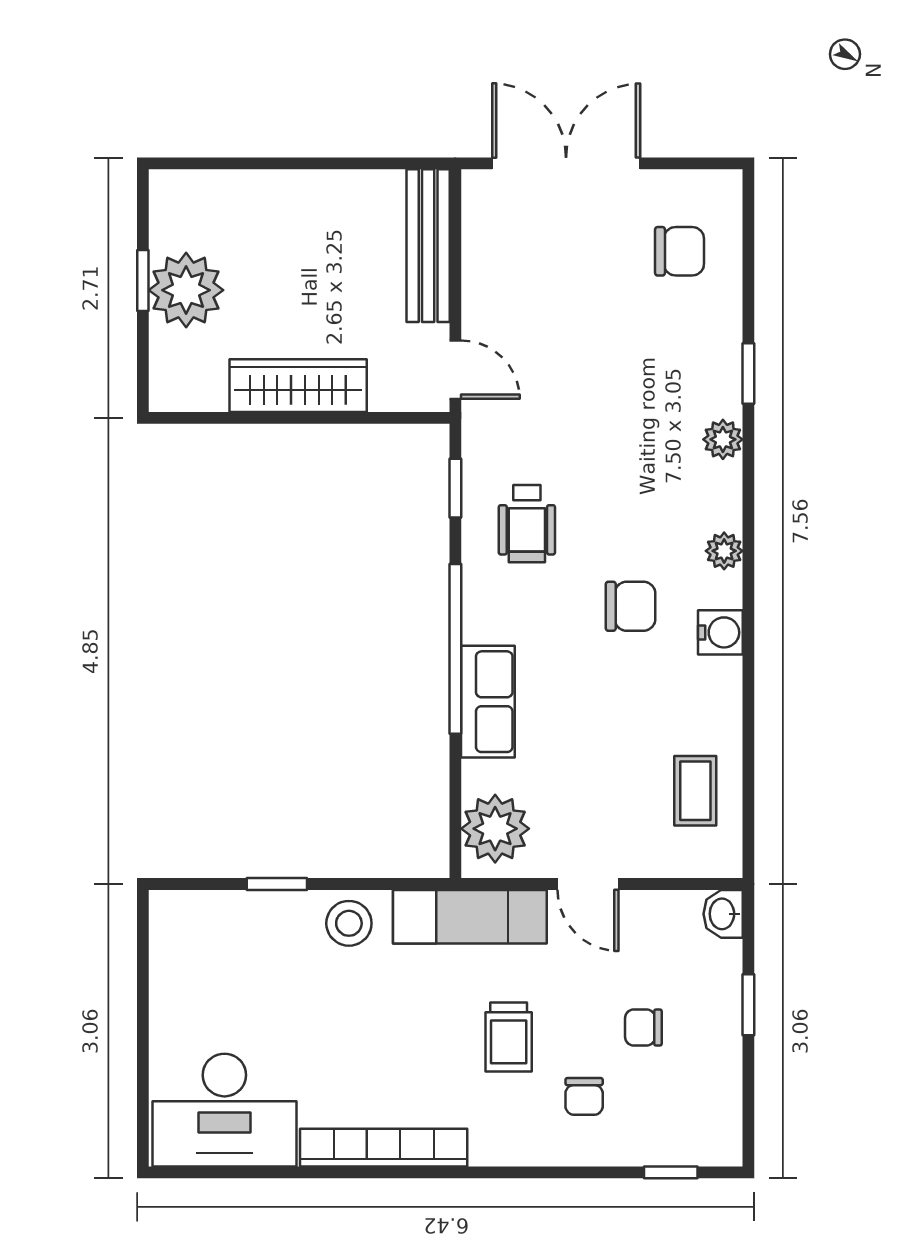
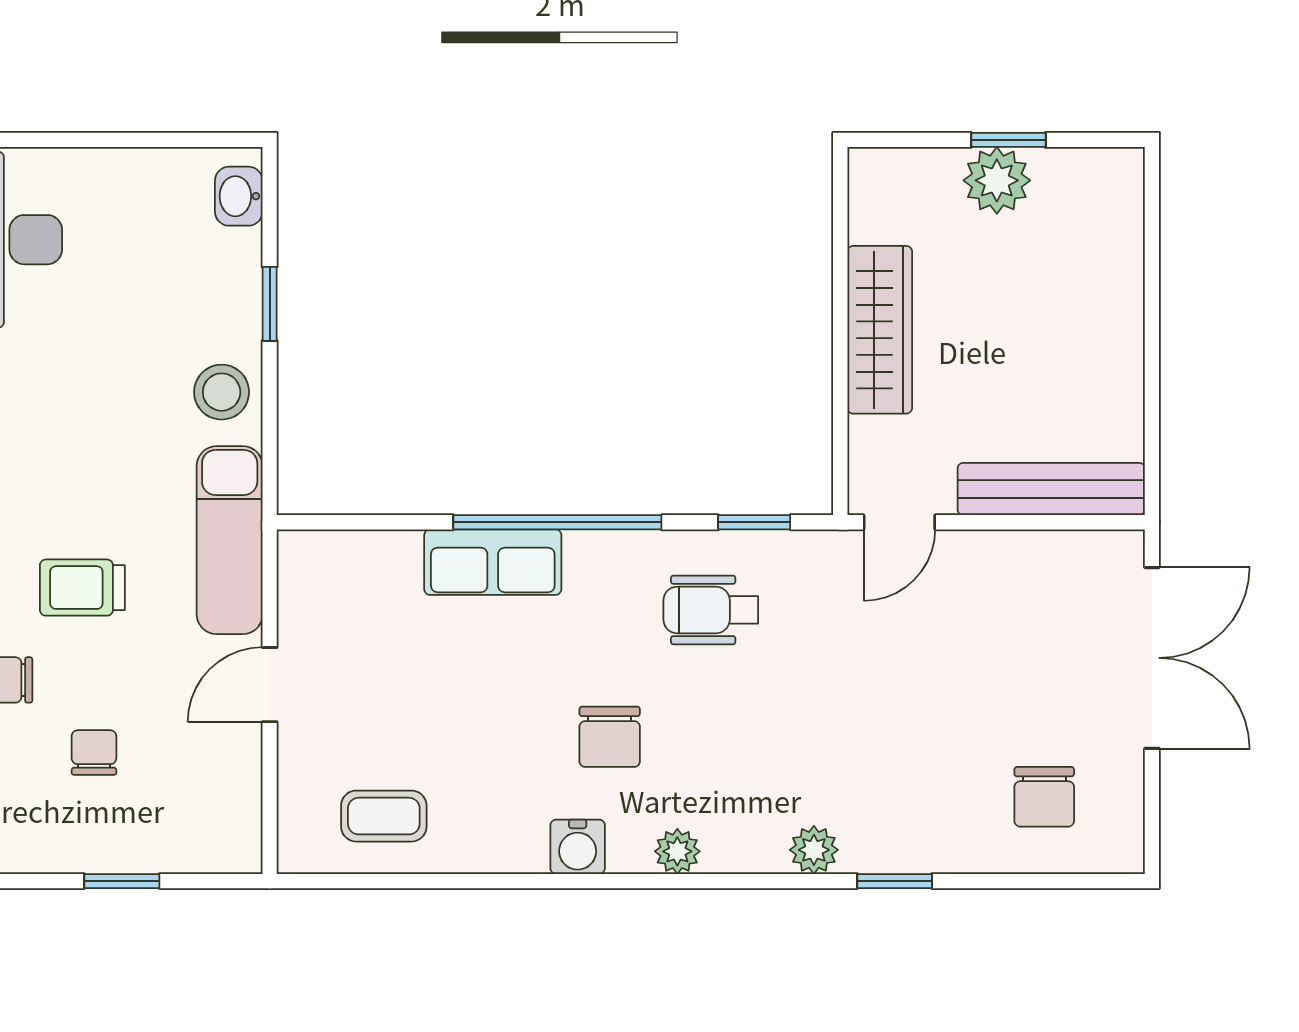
plant: (186, 290) -> (997, 180), width x0.73, depth x0.73
plant: (495, 829) -> (337, 571), removed
washbasin: (723, 914) -> (239, 196), moved, turned -90

